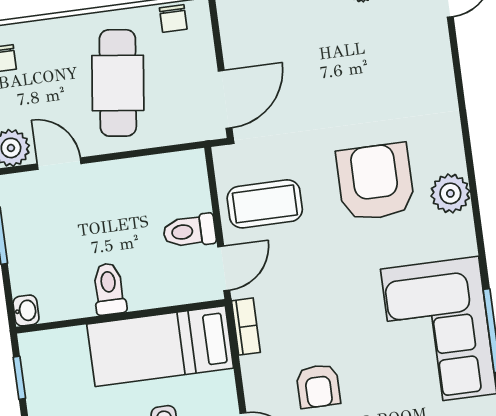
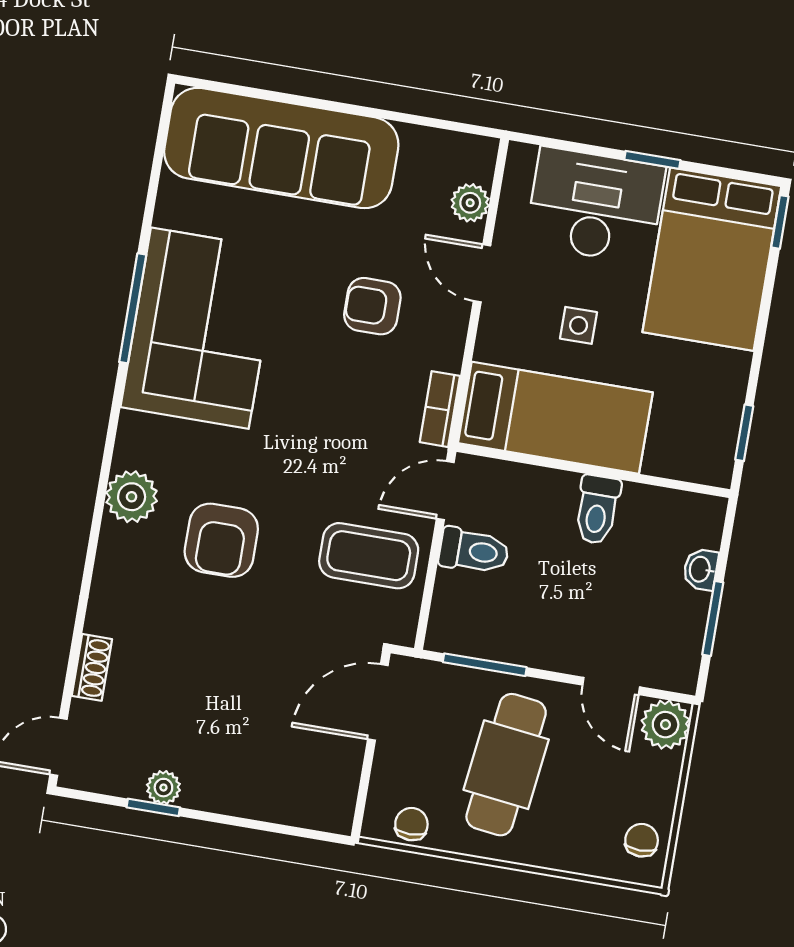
shoe rack: (441, 60) -> (92, 667), added
window: (156, 151) -> (485, 665), added
armchair: (375, 182) -> (221, 540), width x0.73, depth x0.73
washbasin: (26, 311) -> (701, 569), moved
armchair: (318, 386) -> (372, 306), turned -90

